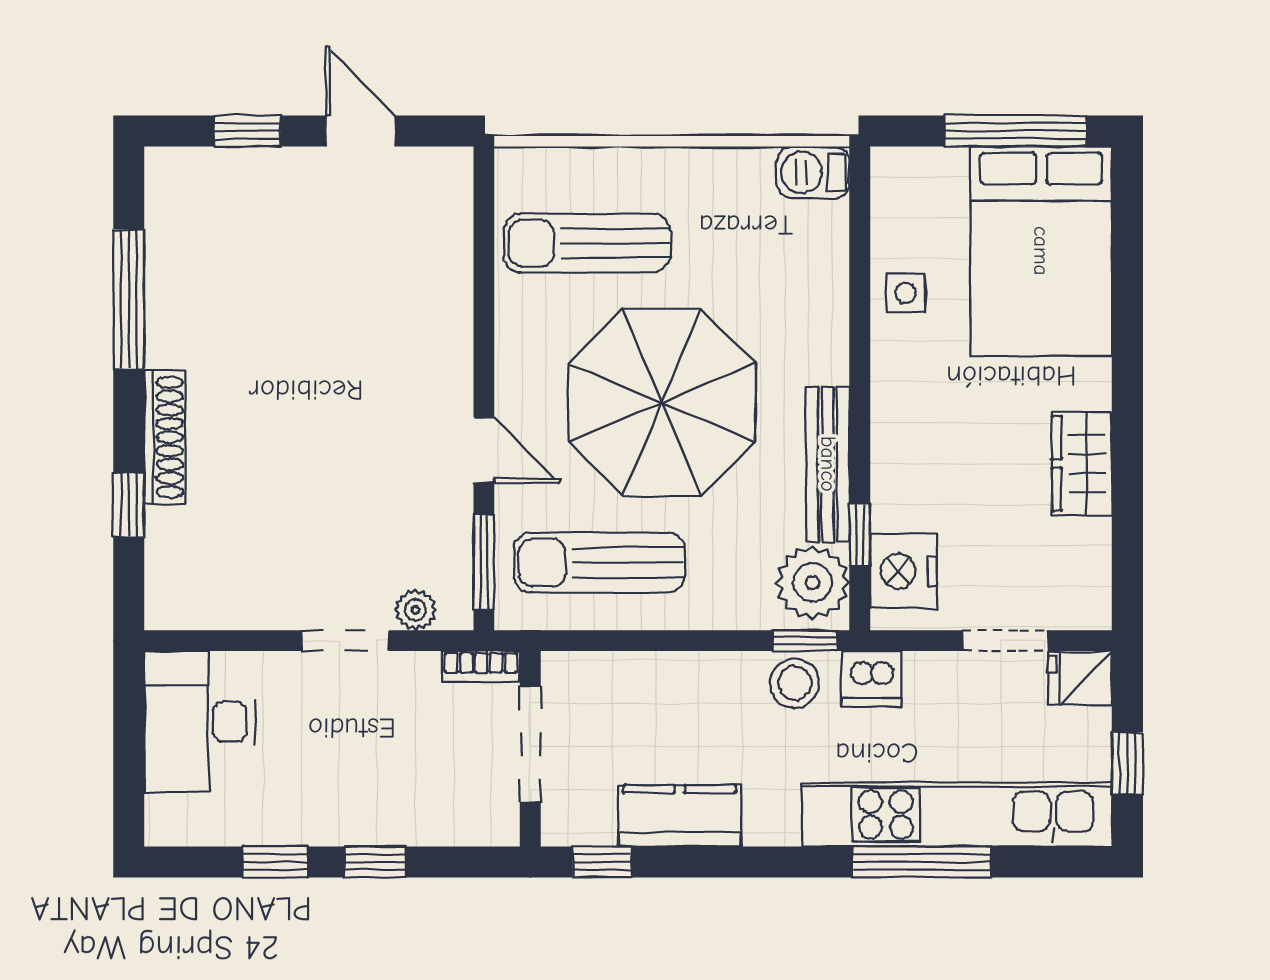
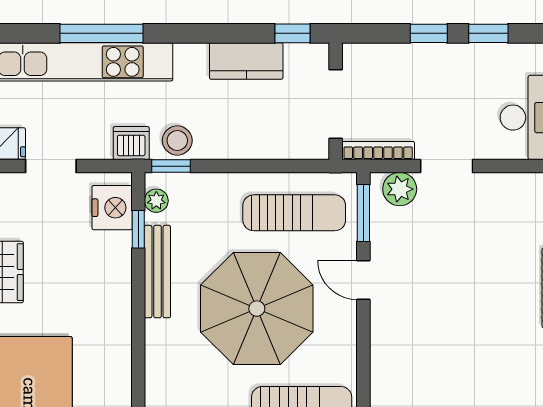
side table: (906, 293) -> (111, 374), removed
plant: (813, 583) -> (156, 201), width x0.53, depth x0.53
plant: (416, 610) -> (400, 189), width x1.38, depth x1.38
bookcase: (481, 666) -> (378, 151), width x1.56

